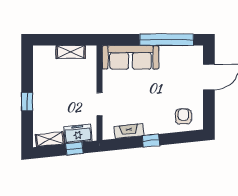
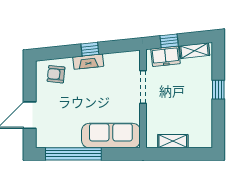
doorway: (100, 104) -> (143, 87), width x1.38
armchair: (183, 116) -> (56, 74), turned 96
fireplace: (129, 131) -> (88, 62), moved

